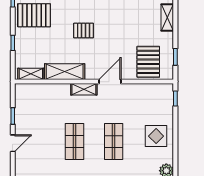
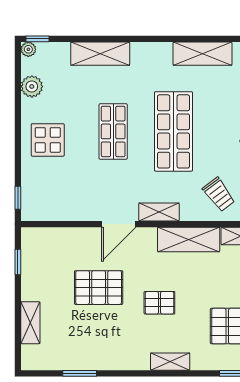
pallet: (148, 62) -> (99, 288), moved, turned 90
trolley: (45, 101) -> (219, 194), added
shop shelf: (74, 142) -> (173, 131), width x1.43, depth x1.36

